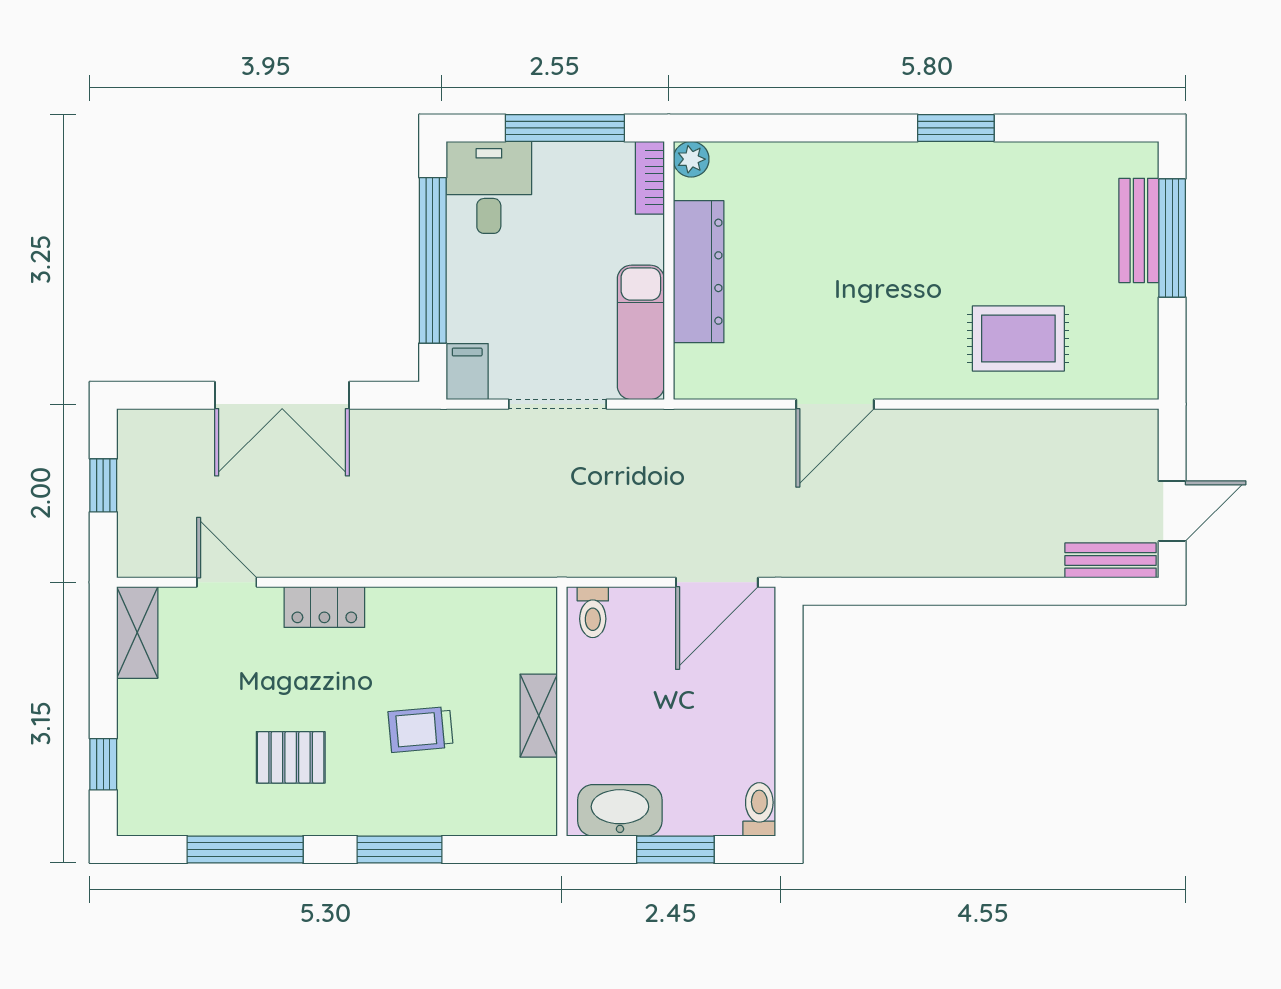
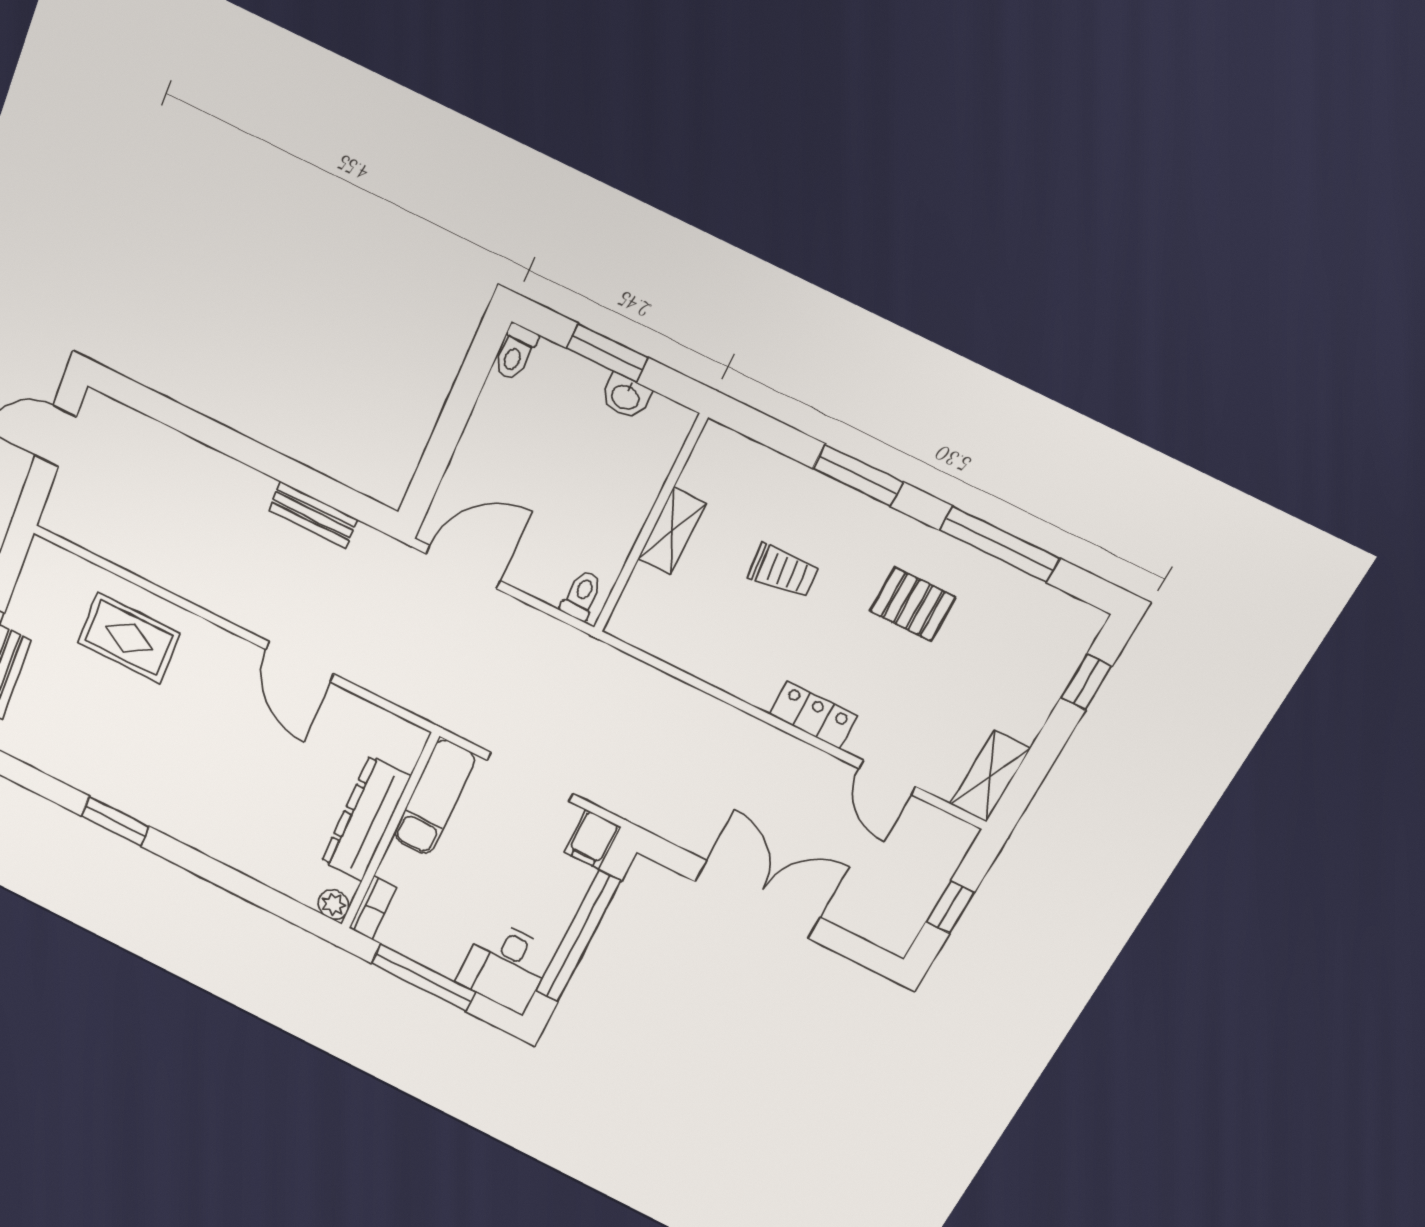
door: (835, 404) -> (300, 662), swing flipped
bench: (1111, 560) -> (313, 515), moved
washbasin: (620, 810) -> (626, 397), width x0.52, depth x0.69

